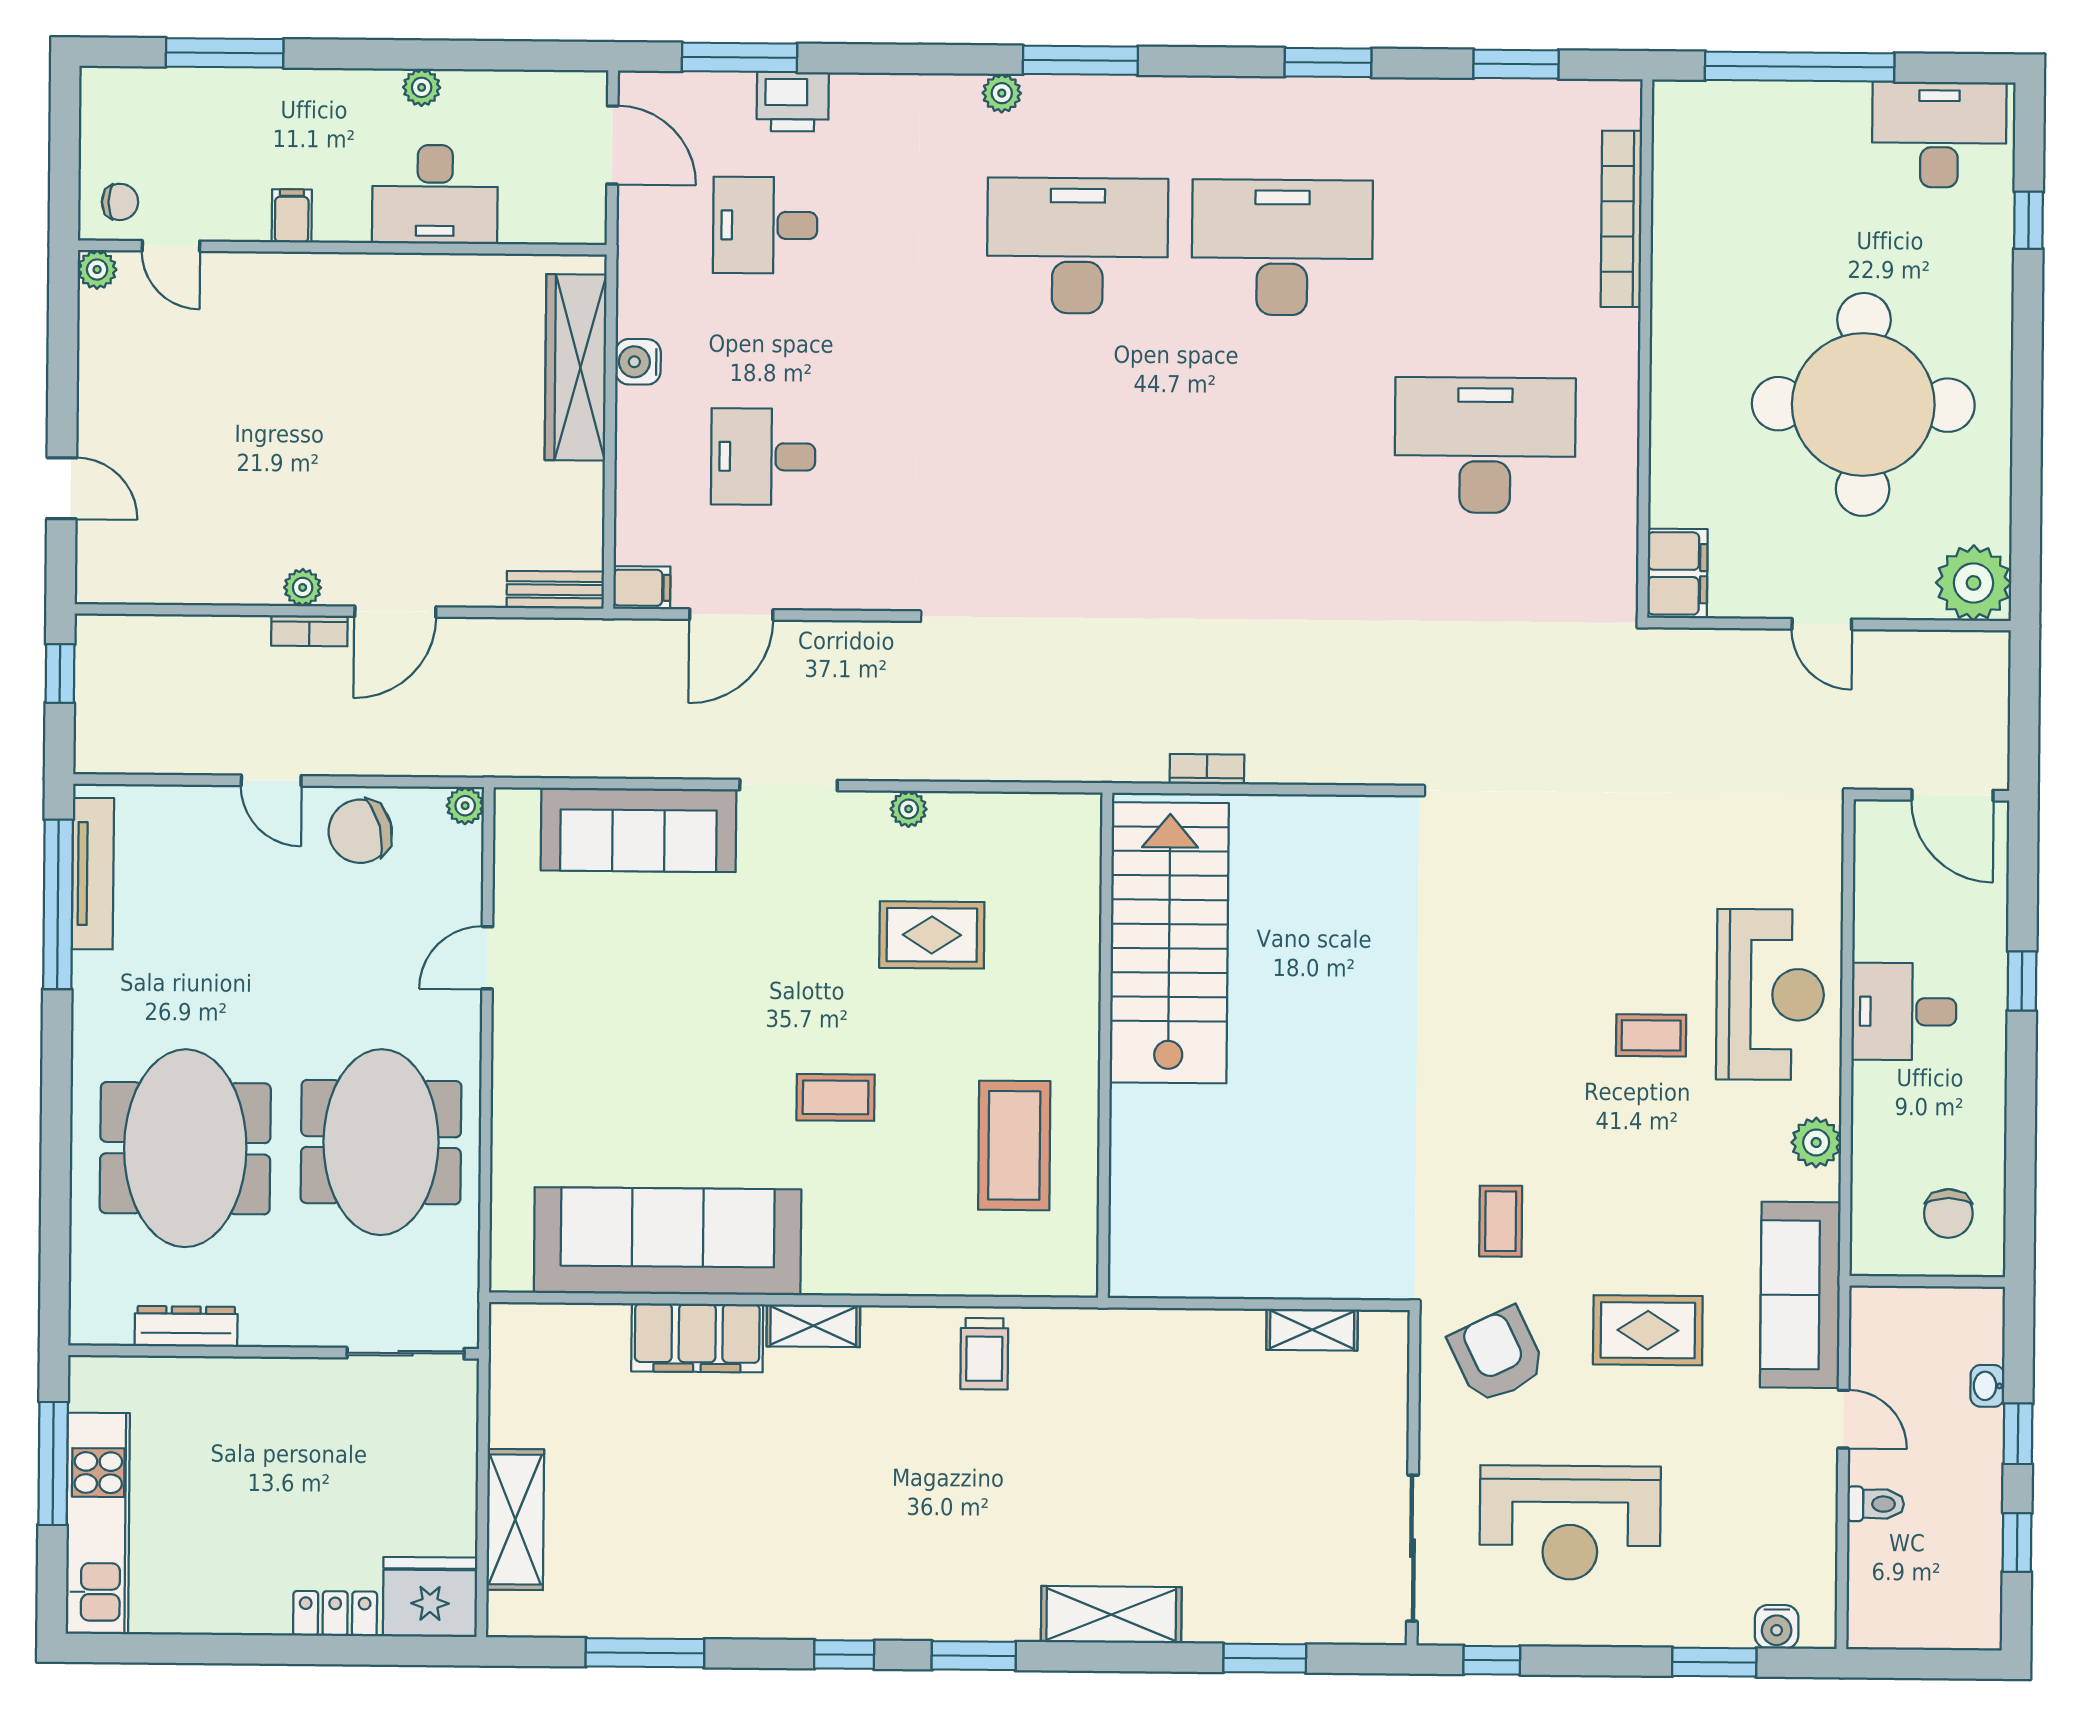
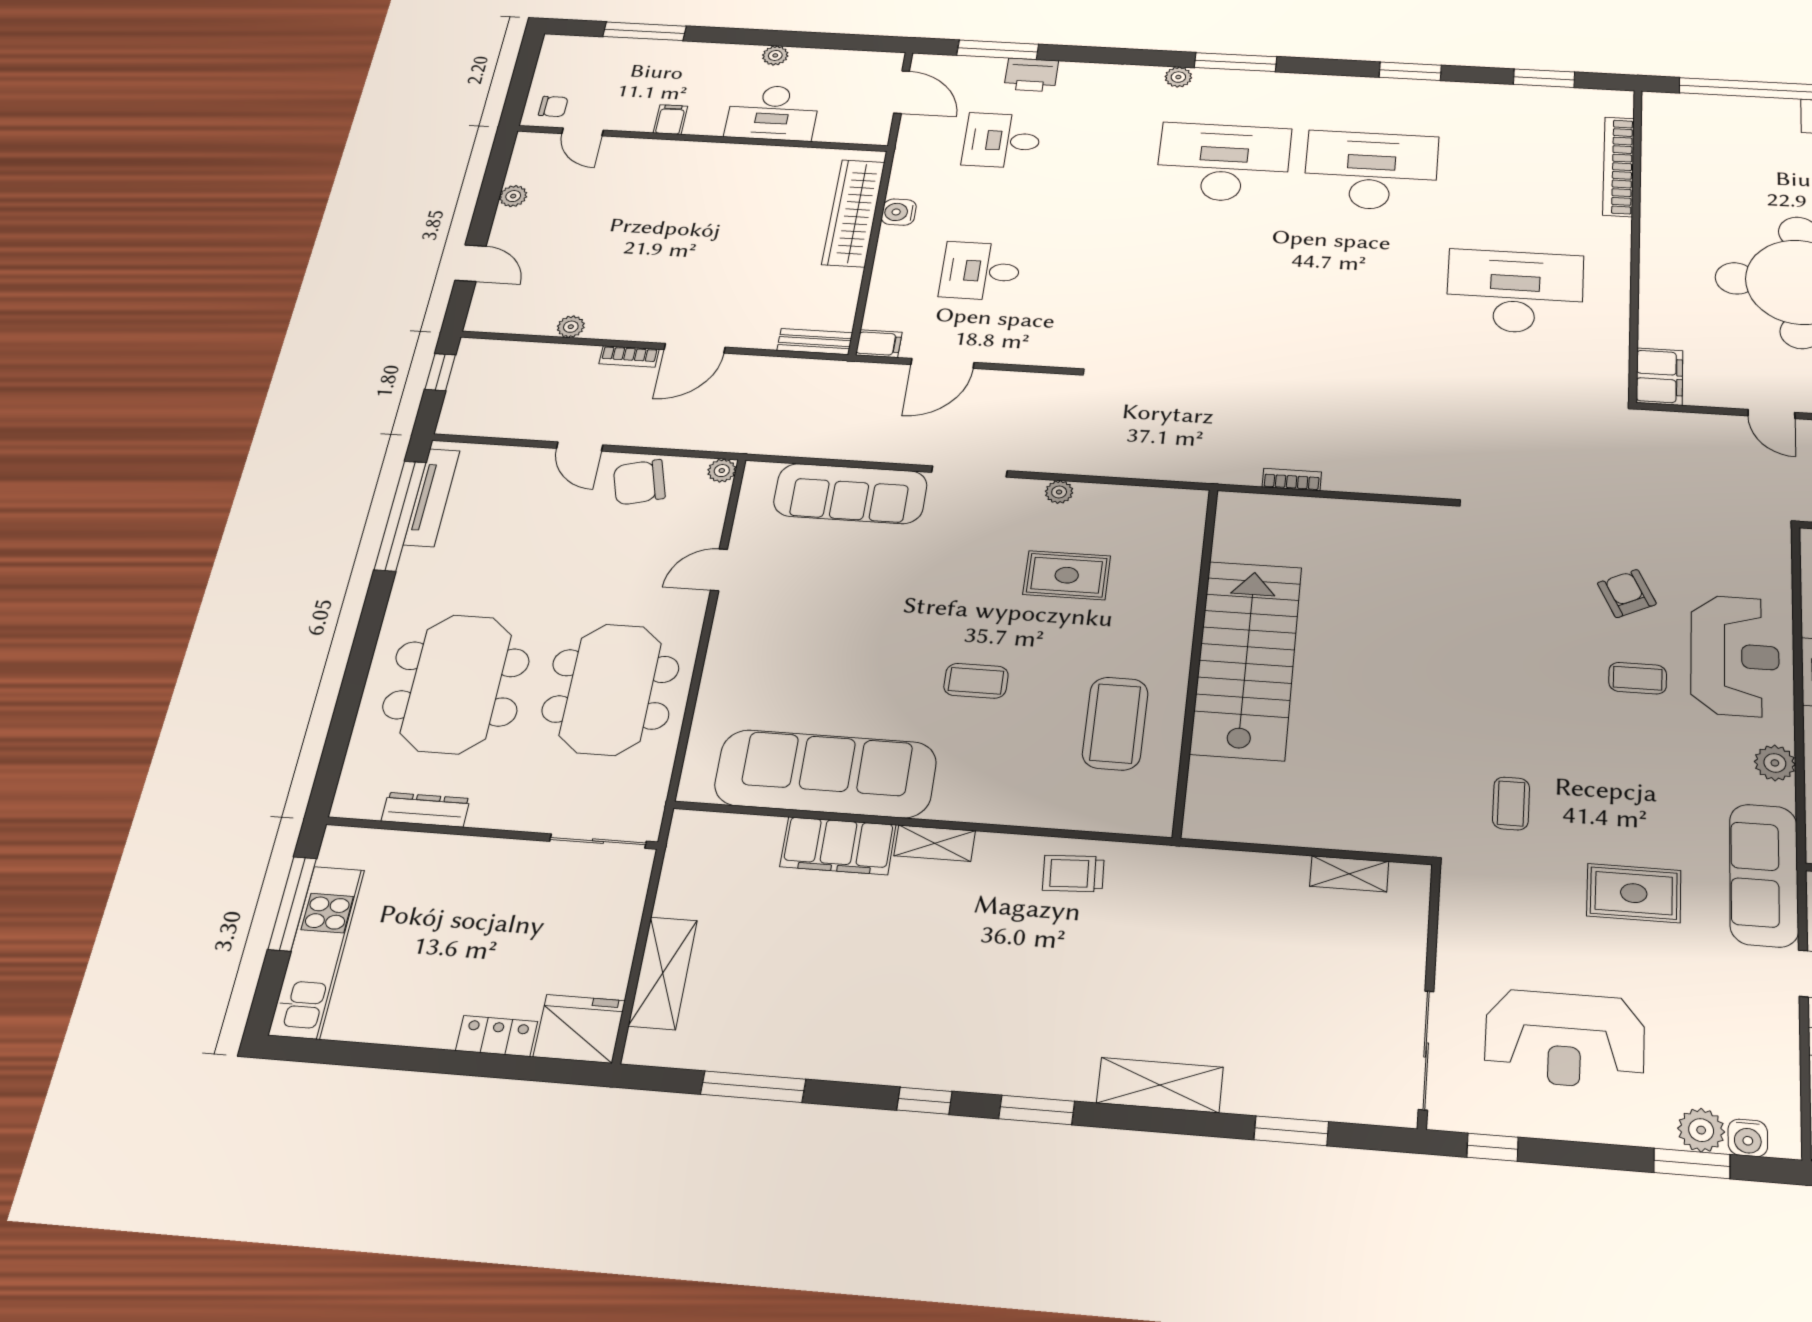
plant: (97, 270) -> (513, 196), moved
plant: (303, 587) -> (571, 327), moved
stairs: (1169, 943) -> (1246, 660), moved
trolley: (984, 1354) -> (1073, 873), turned 87
armchair: (1497, 1355) -> (1627, 594), moved, width x0.72, depth x0.72
plant: (1725, 1622) -> (1701, 1130), added

